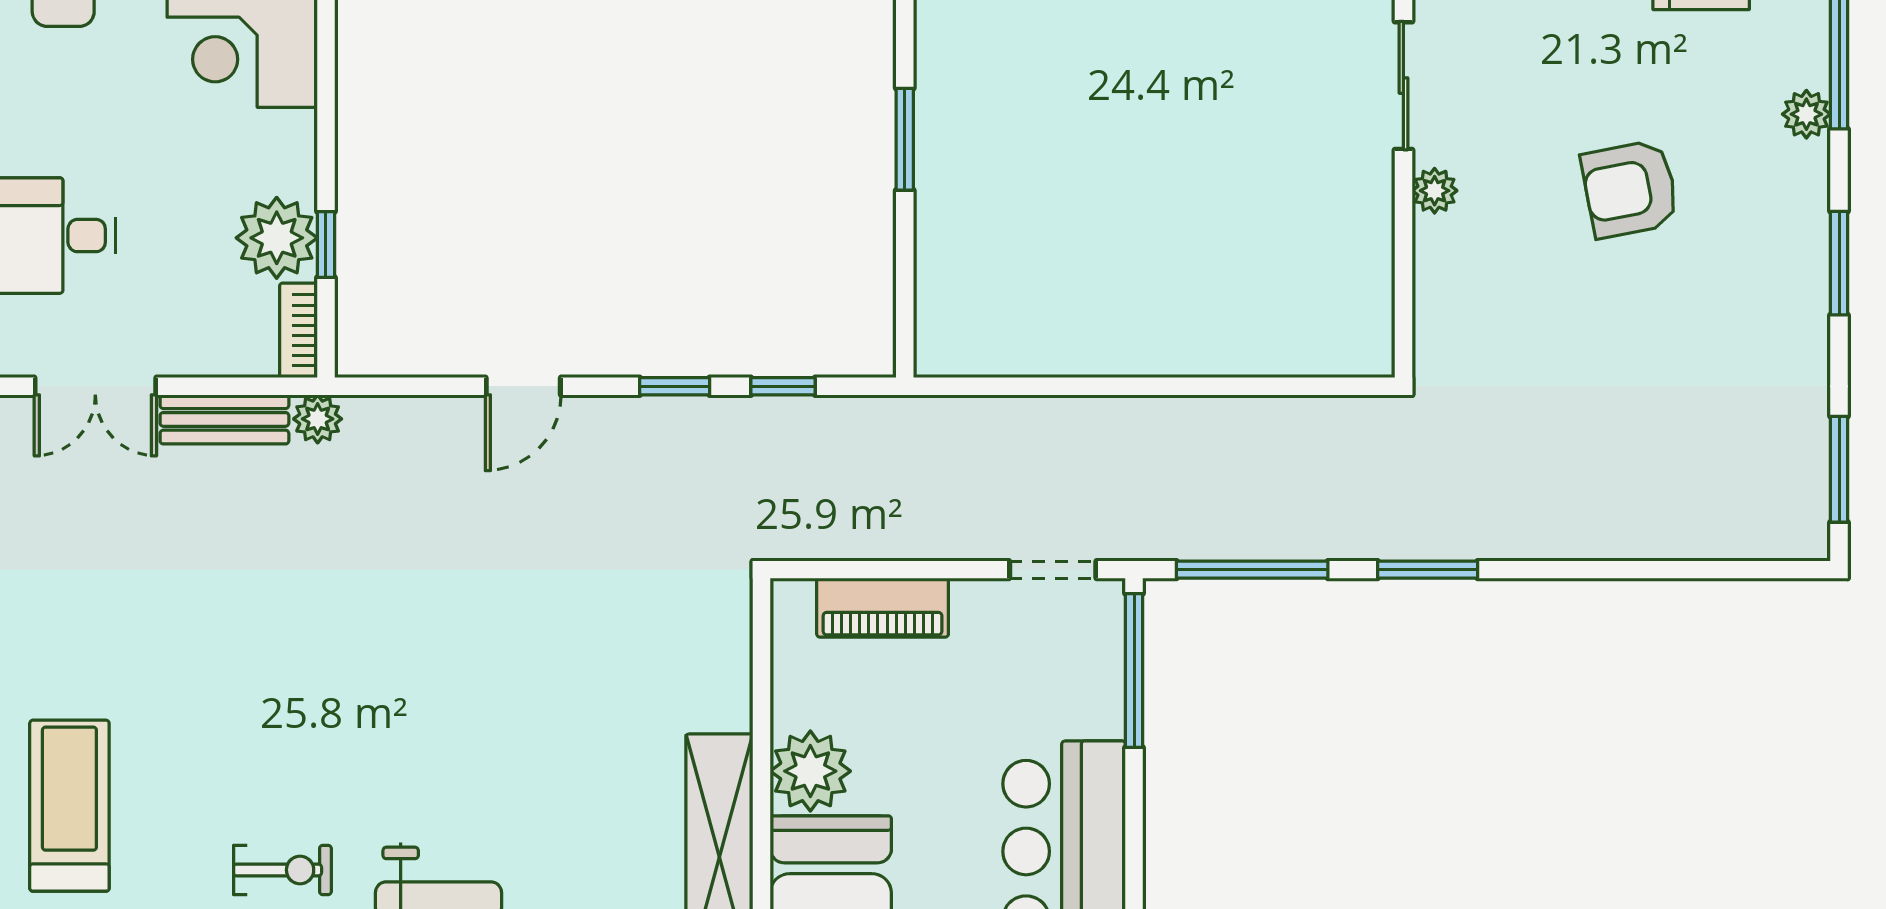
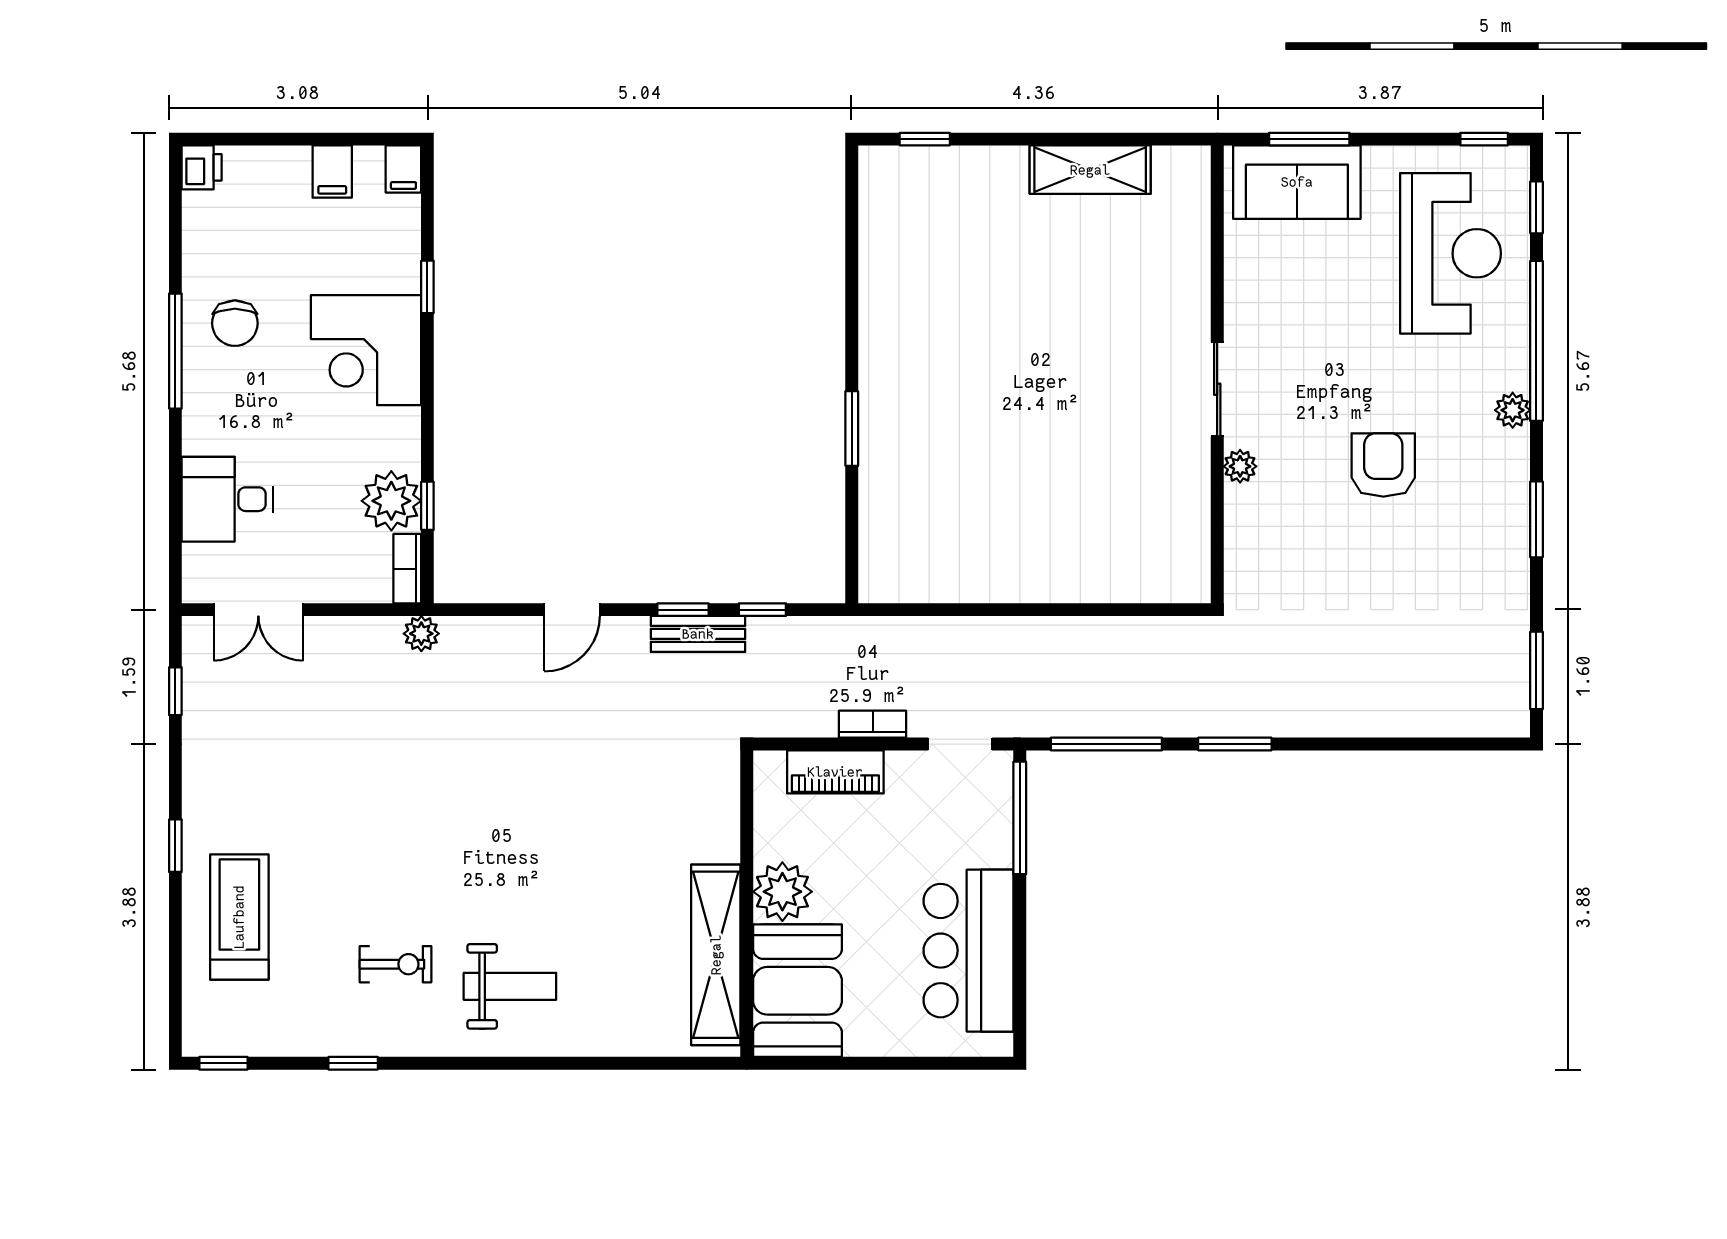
armchair: (1630, 189) -> (1383, 465), turned 101
bench: (224, 419) -> (698, 634), moved
bookcase: (933, 543) -> (873, 724), added

